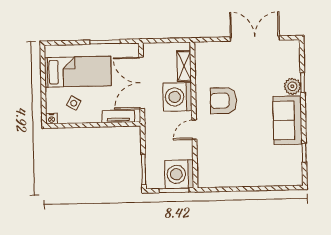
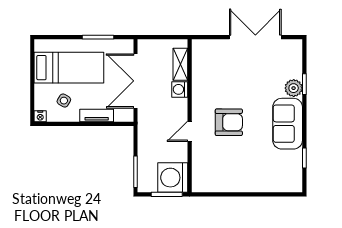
washing machine: (177, 97) -> (180, 89), width x0.53, depth x0.53
armchair: (223, 101) -> (229, 122), moved, turned 180
tv unit: (118, 116) -> (97, 116), moved

